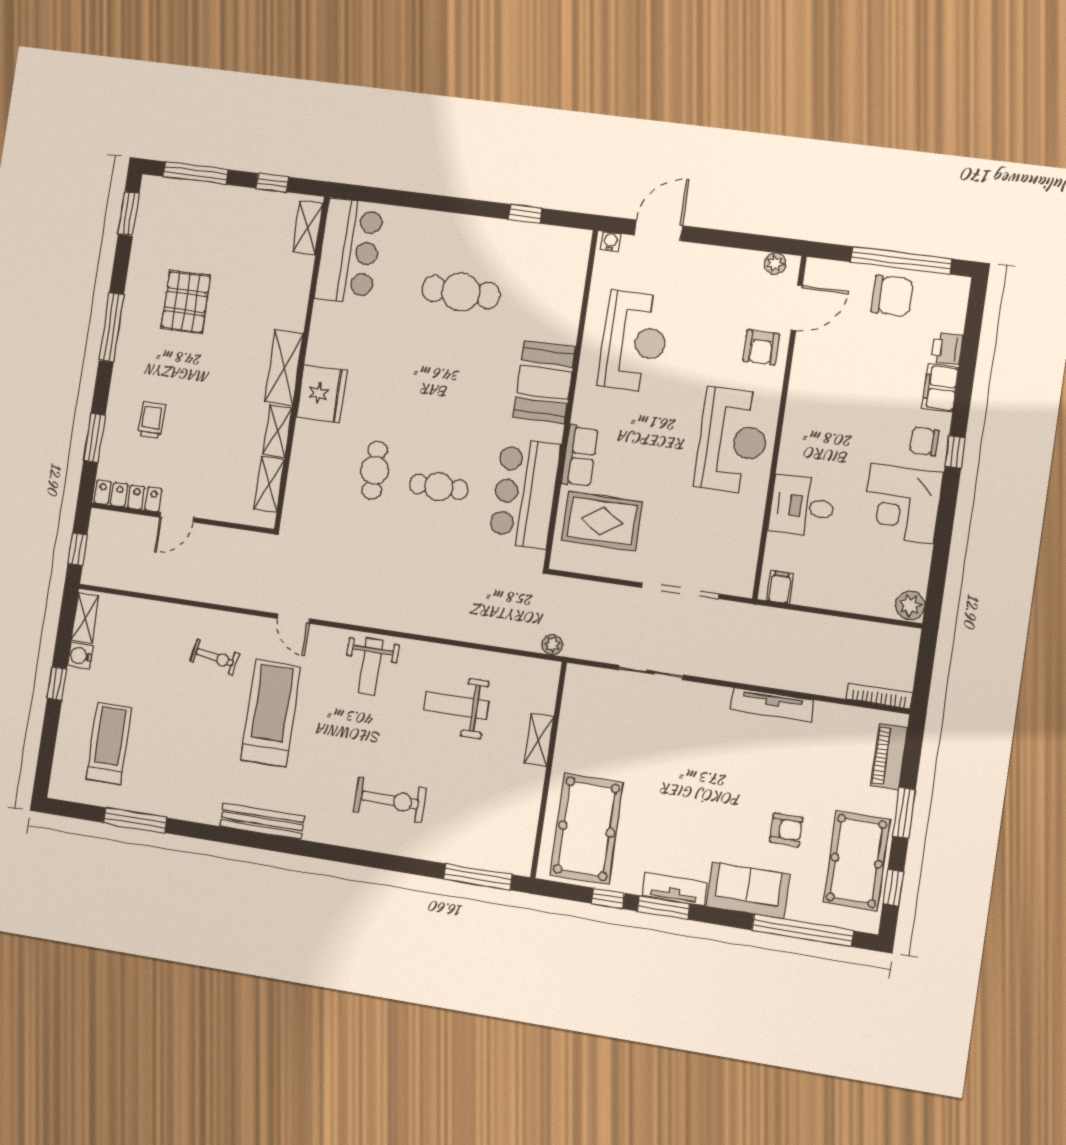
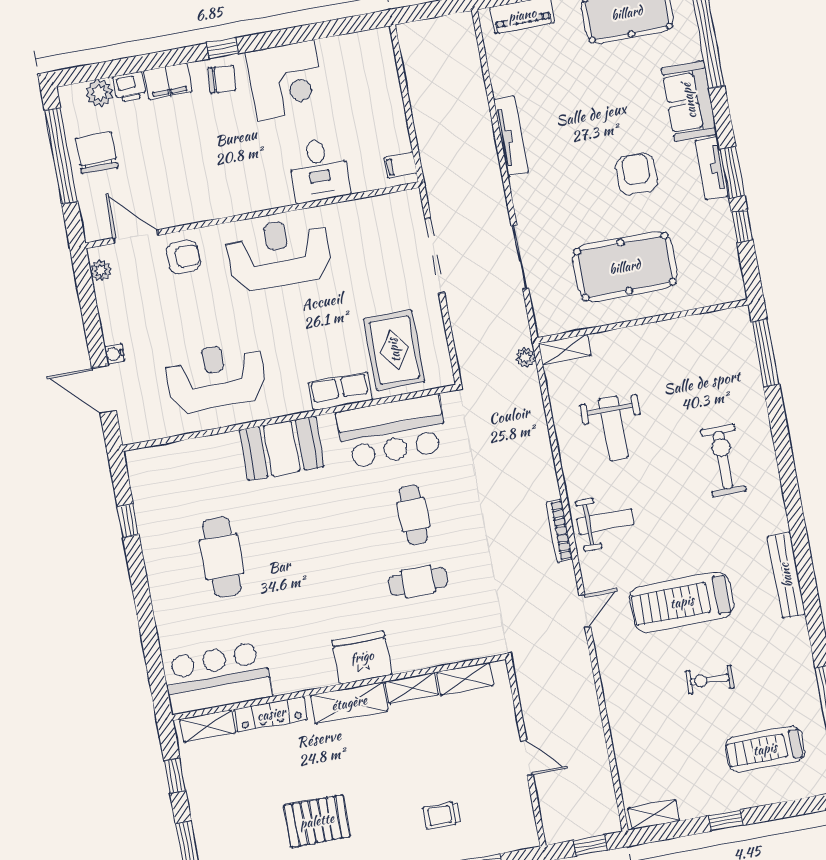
water cooler: (610, 241) -> (115, 354), moved
chair: (924, 441) -> (222, 79), turned -87
locker: (128, 496) -> (271, 714), moved, turned -90
plant: (910, 605) -> (99, 93), moved
water cooler: (80, 656) -> (691, 807), removed
exercise bike: (215, 657) -> (710, 680), moved, turned -97
bookcase: (879, 696) -> (559, 531), moved
shelving: (539, 740) -> (565, 350), moved
pool table: (587, 829) -> (625, 267), moved
armchair: (786, 830) -> (637, 174), moved, width x1.38, depth x1.38

